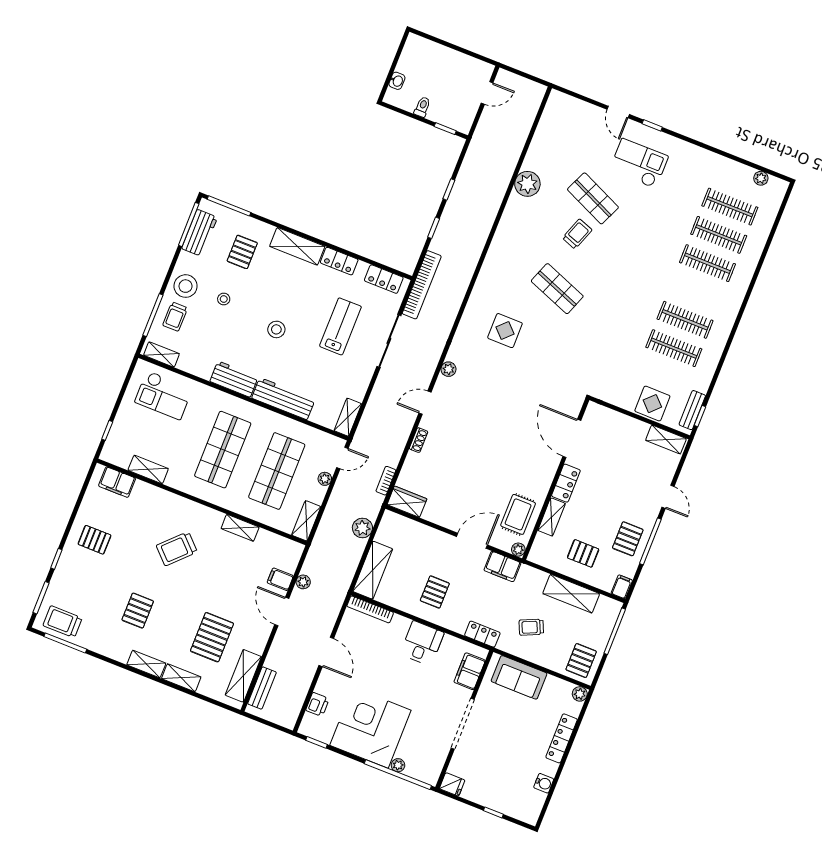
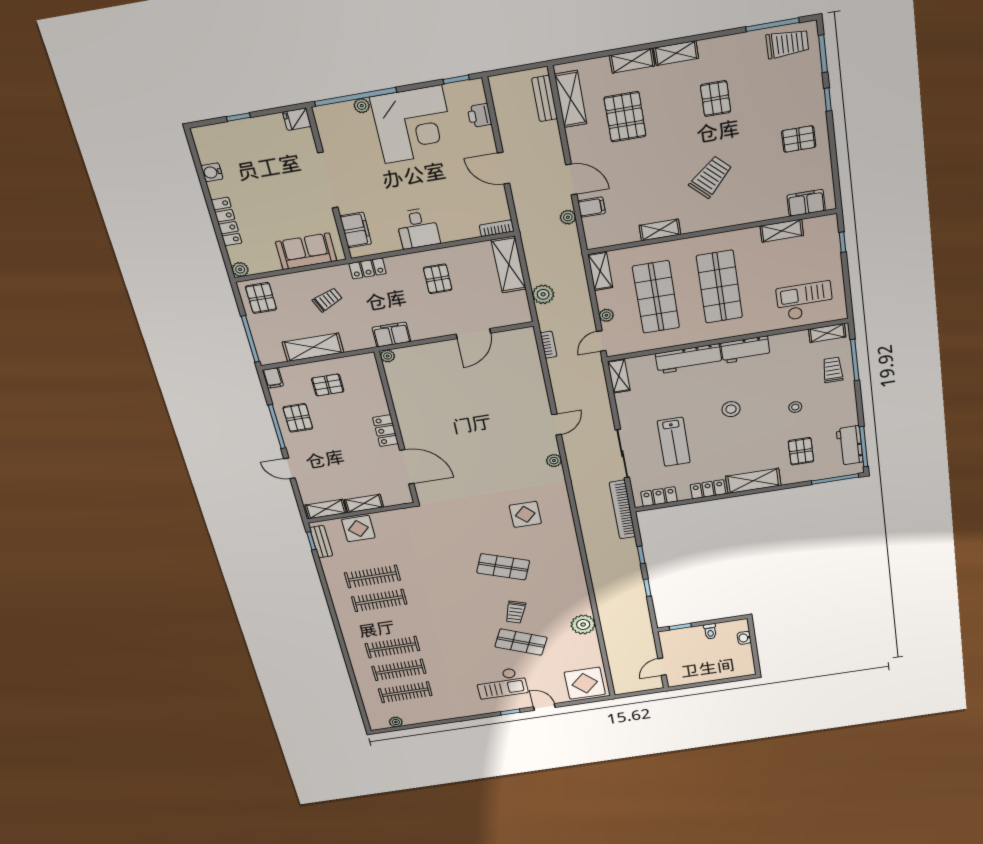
display table: (566, 117) -> (585, 683), added
stool: (186, 286) -> (838, 399), removed
shoe rack: (419, 440) -> (542, 393), removed
wardrobe: (407, 502) -> (517, 338), removed
rug: (518, 514) -> (409, 384), removed
shelving: (552, 517) -> (364, 504), moved, turned 90
door: (472, 541) -> (473, 334), moved
bookcase: (370, 609) -> (497, 228), width x0.64

